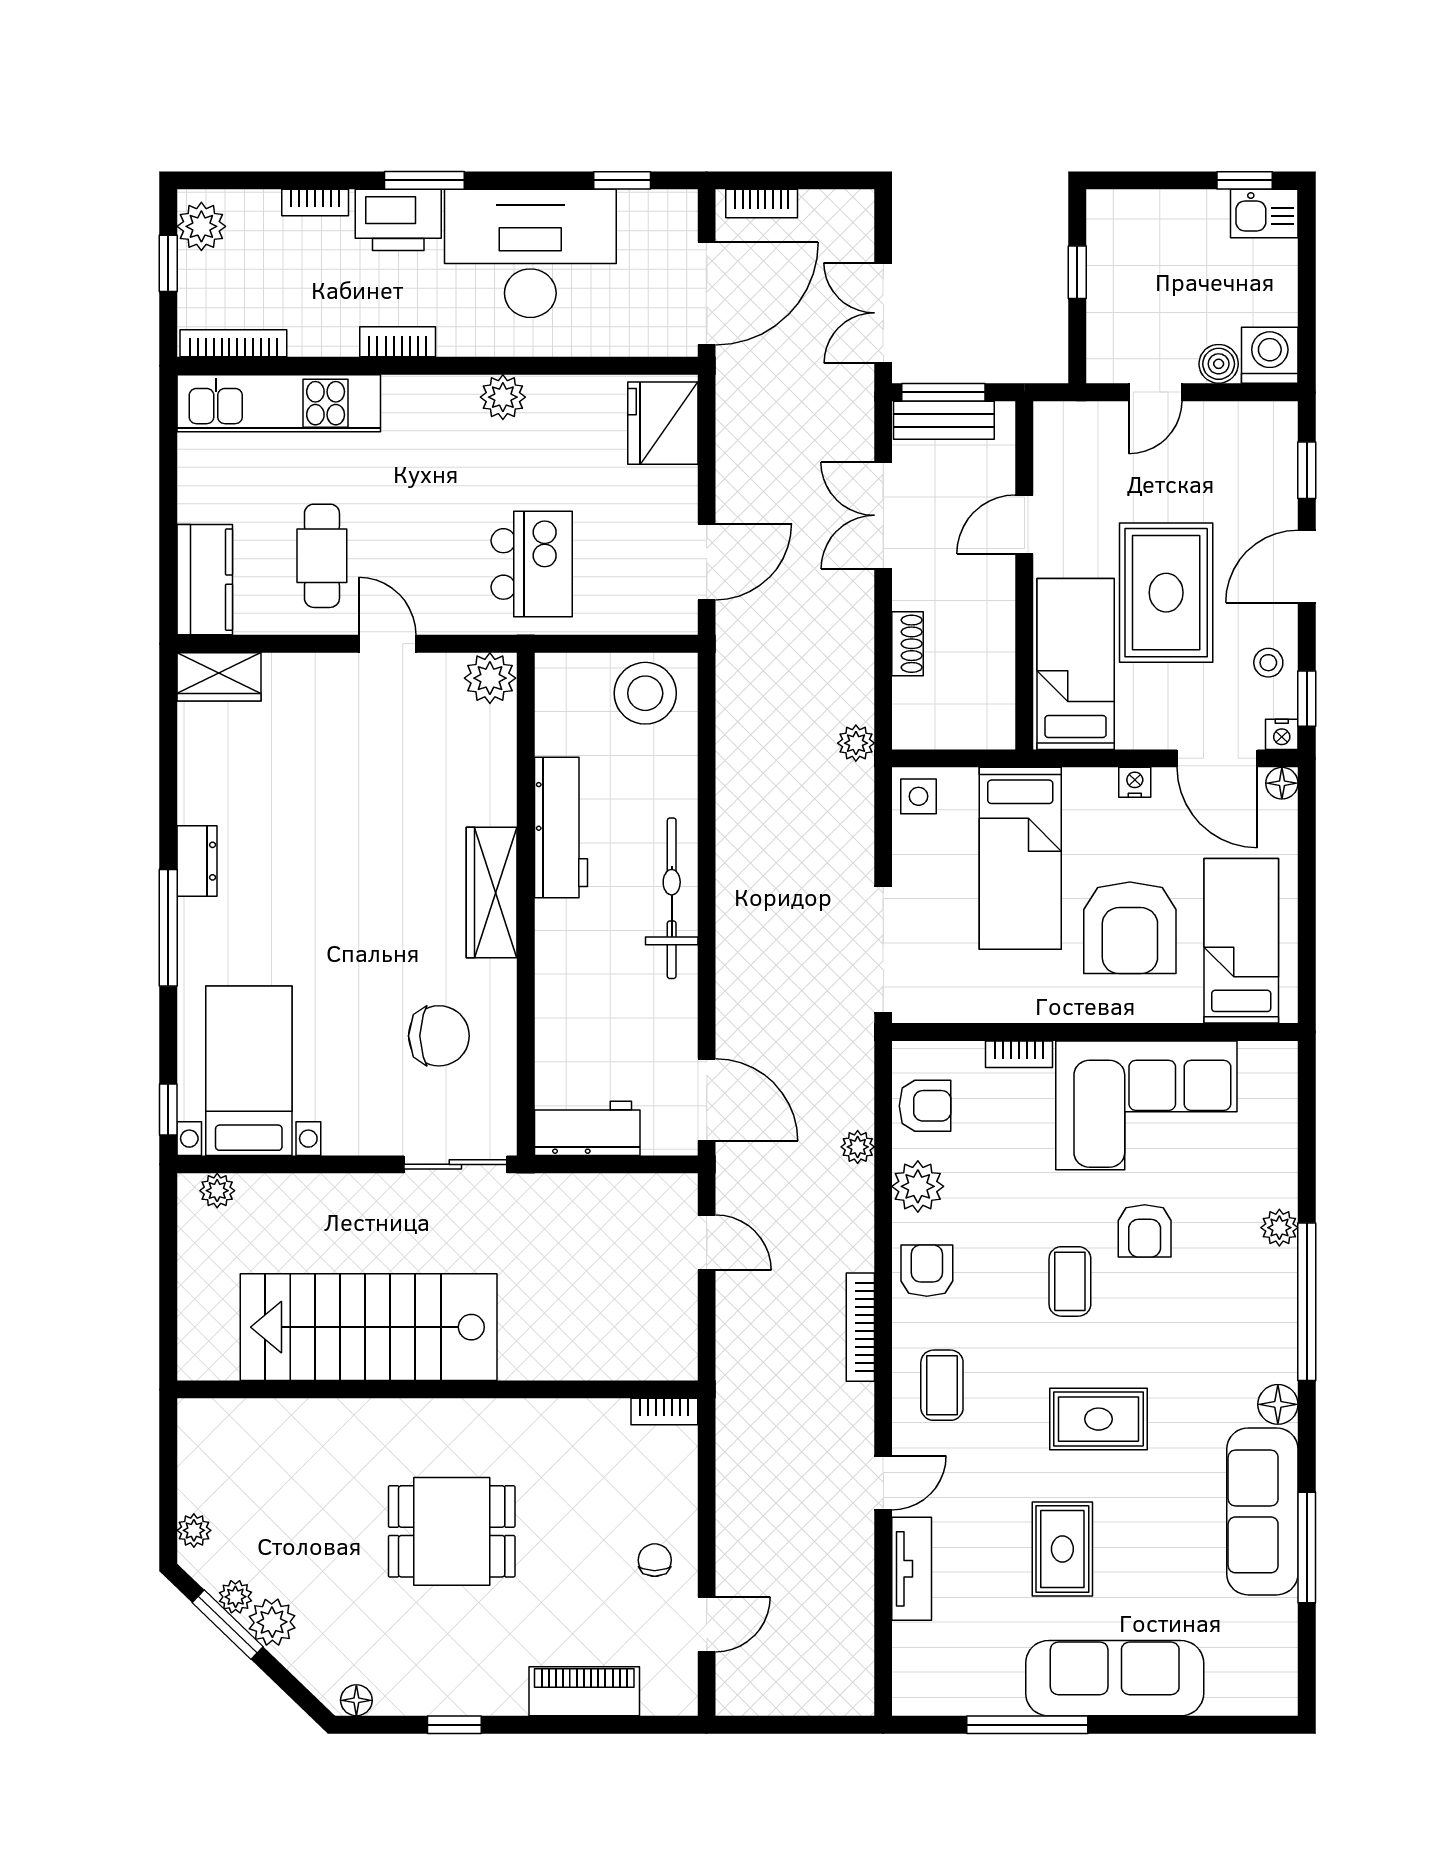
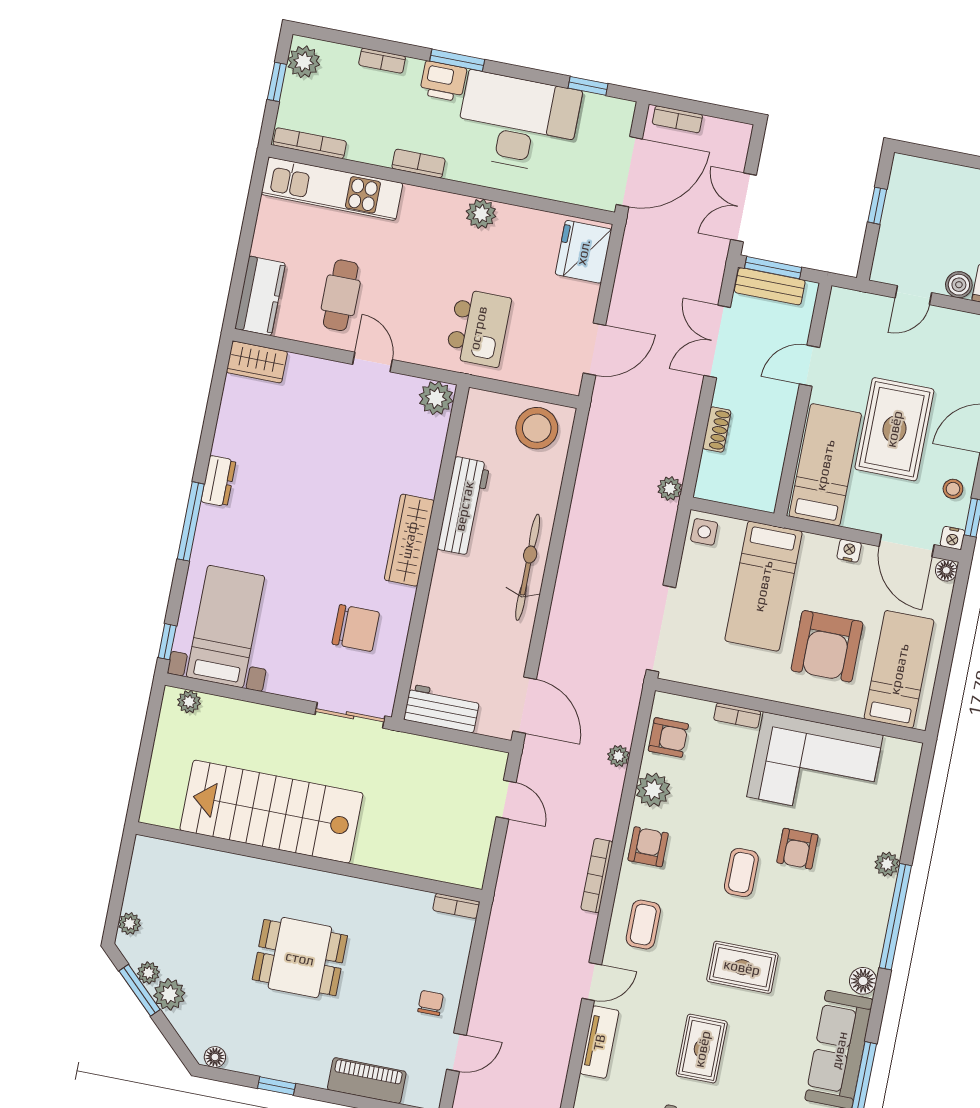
printer: (398, 220) -> (443, 81), width x0.73, depth x0.84

